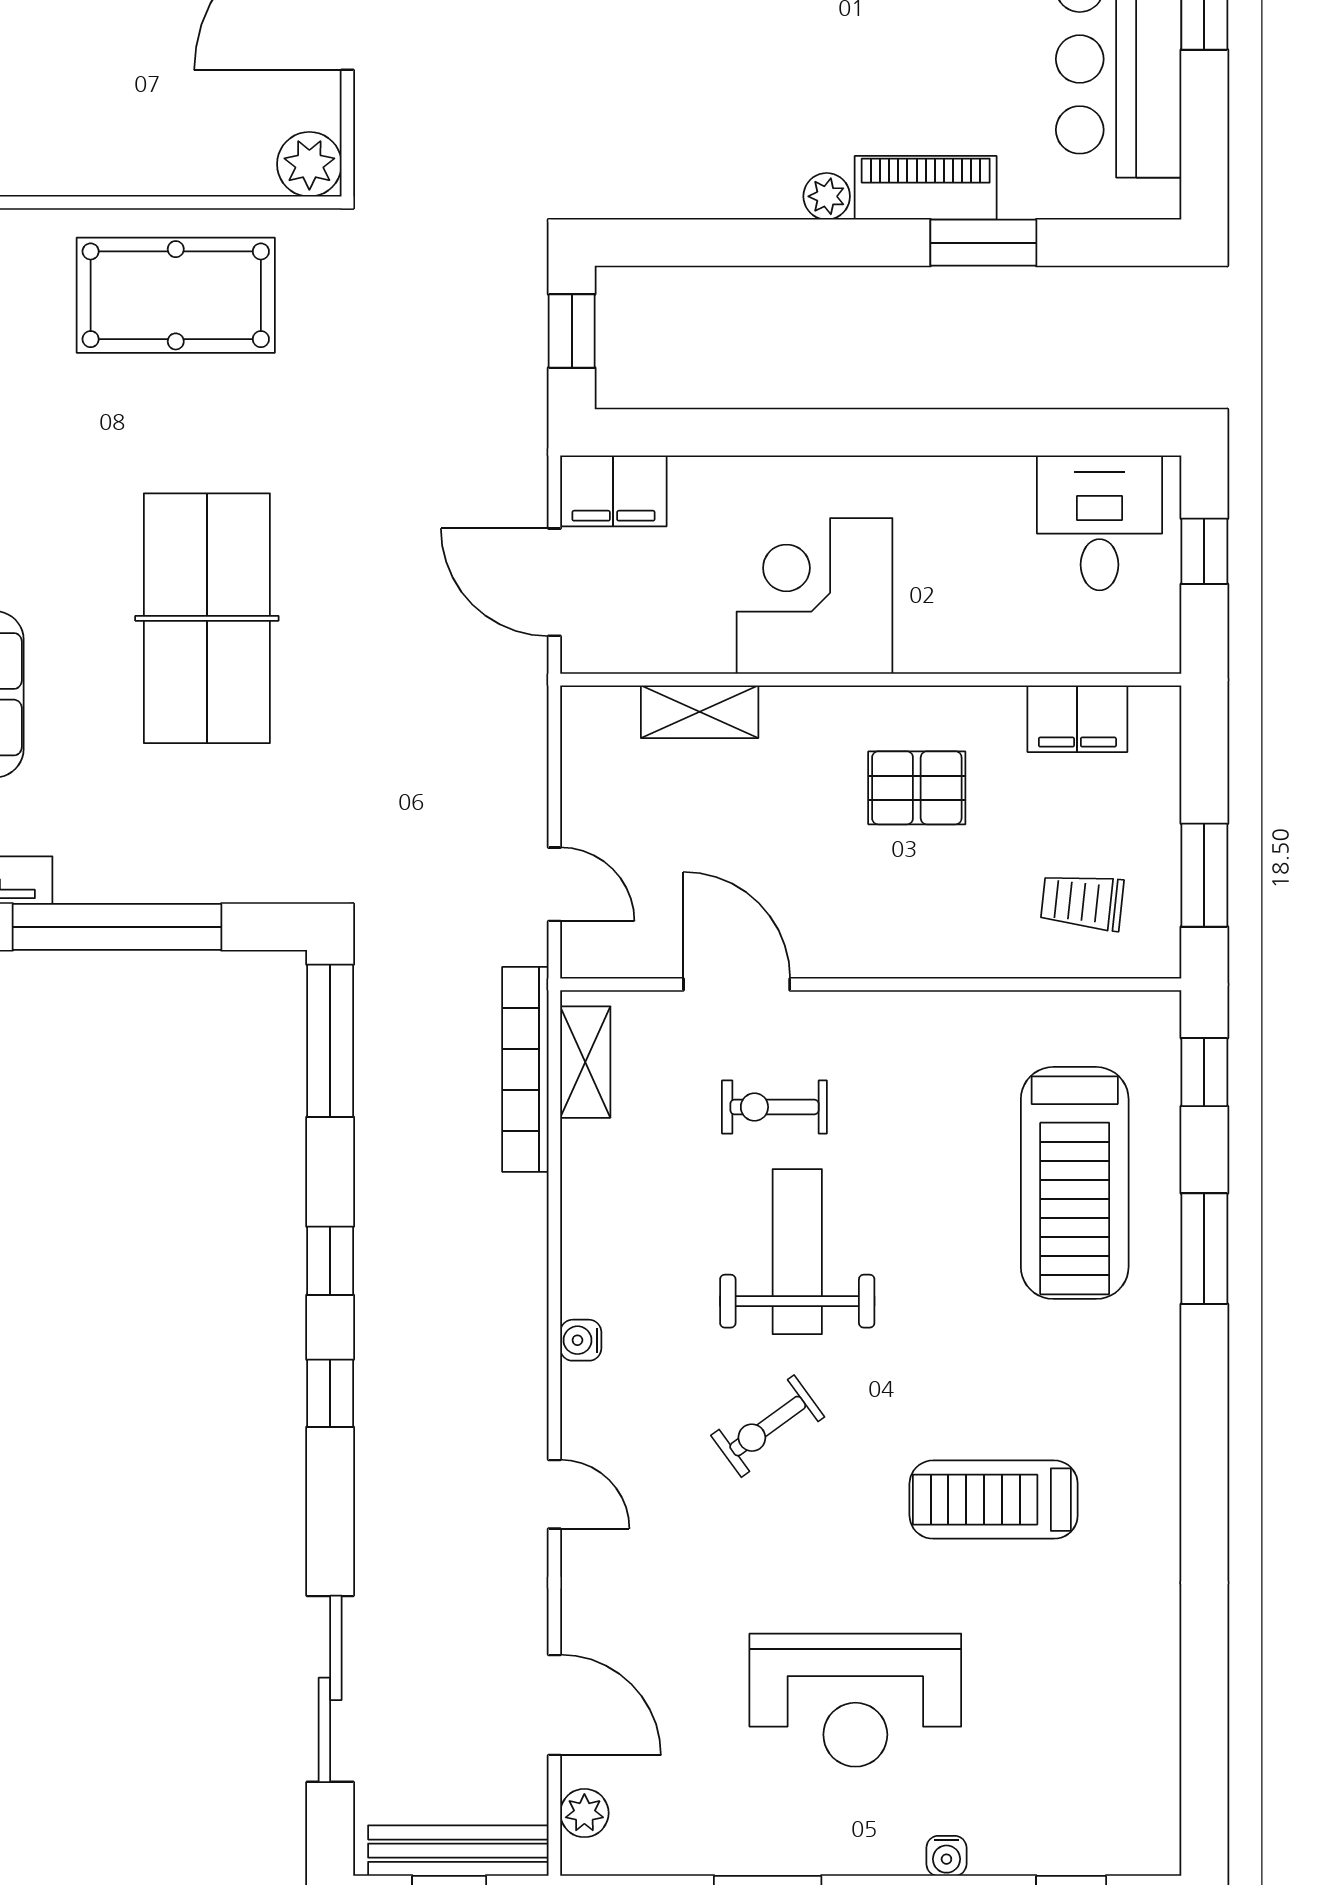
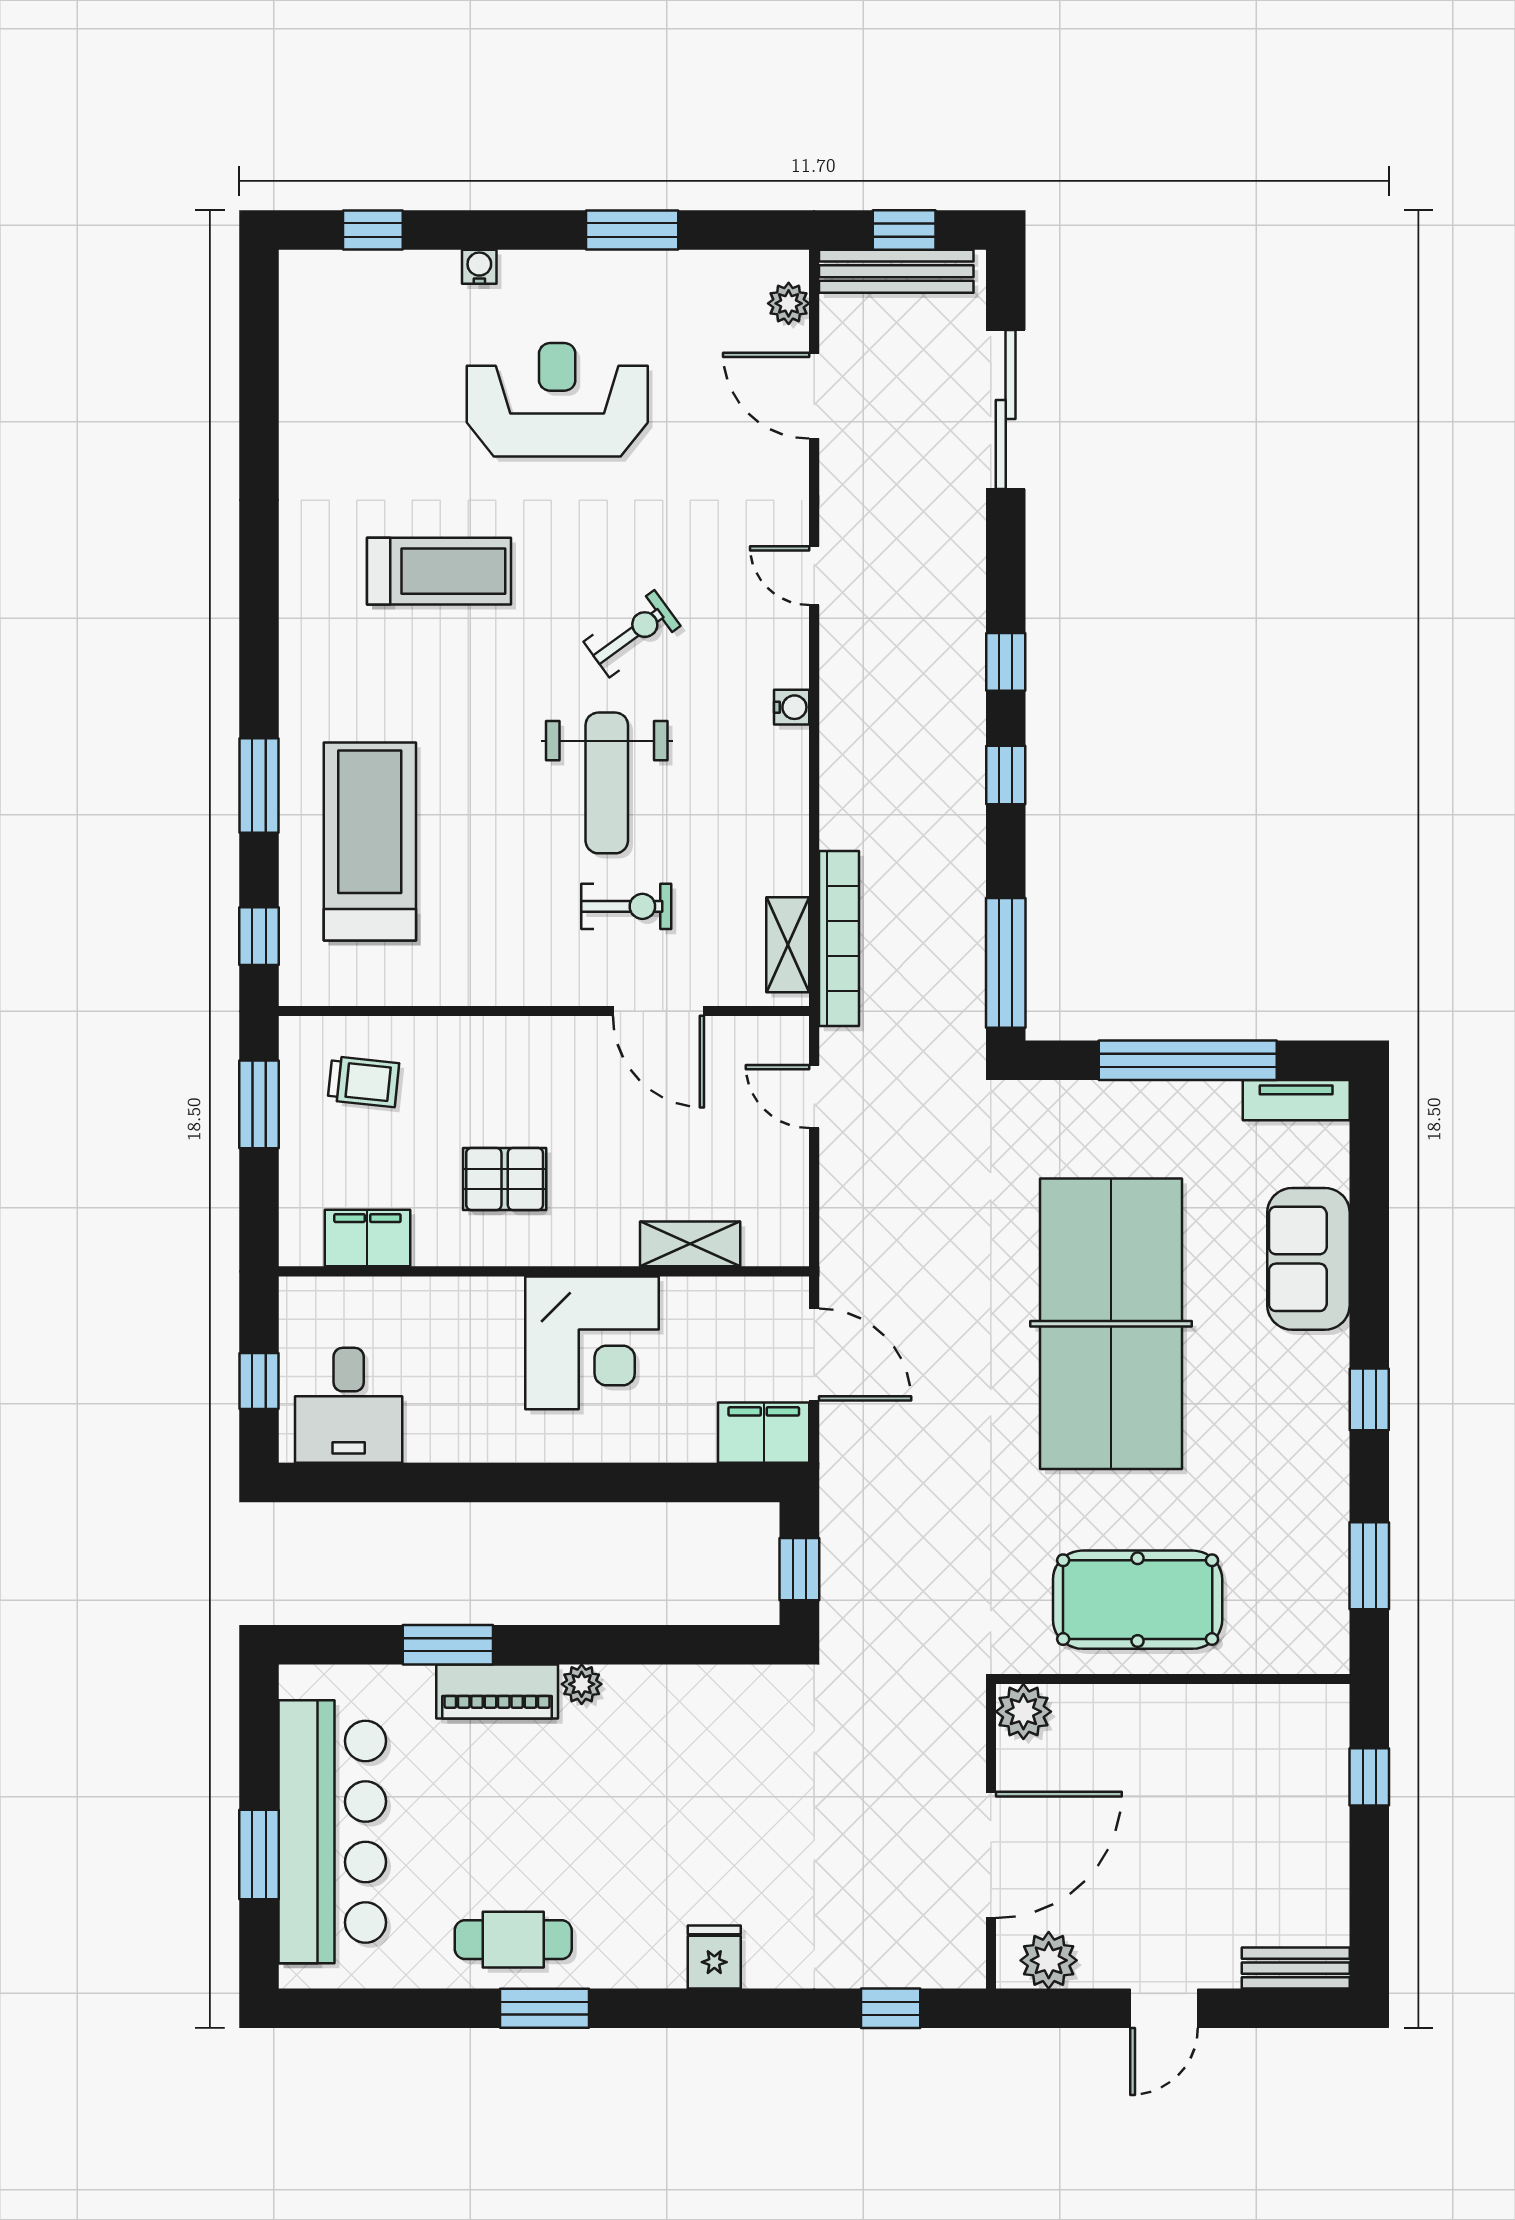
table tennis table: (207, 618) -> (1111, 1324), width x1.36, depth x1.32

